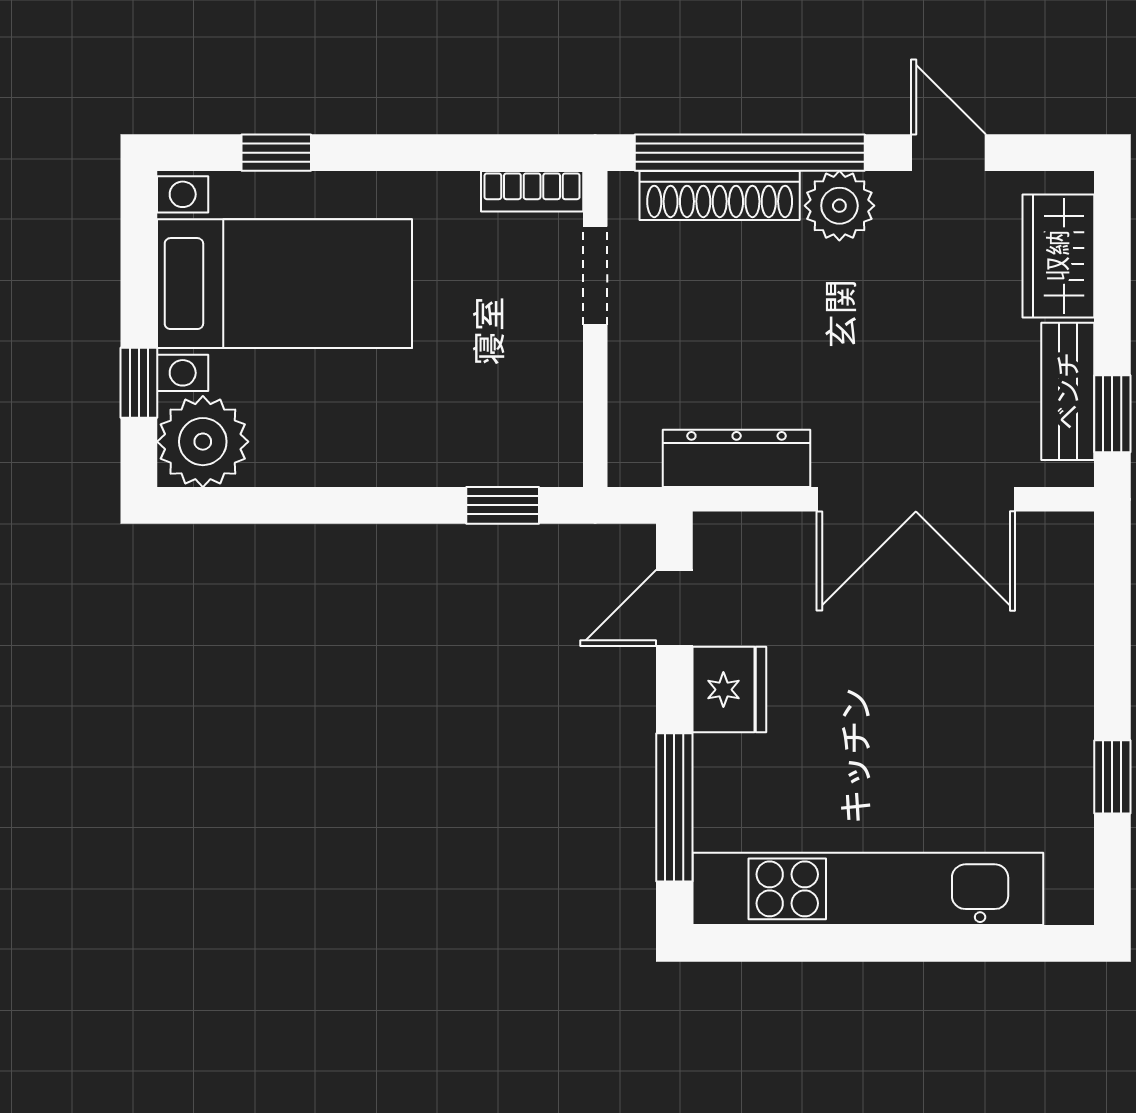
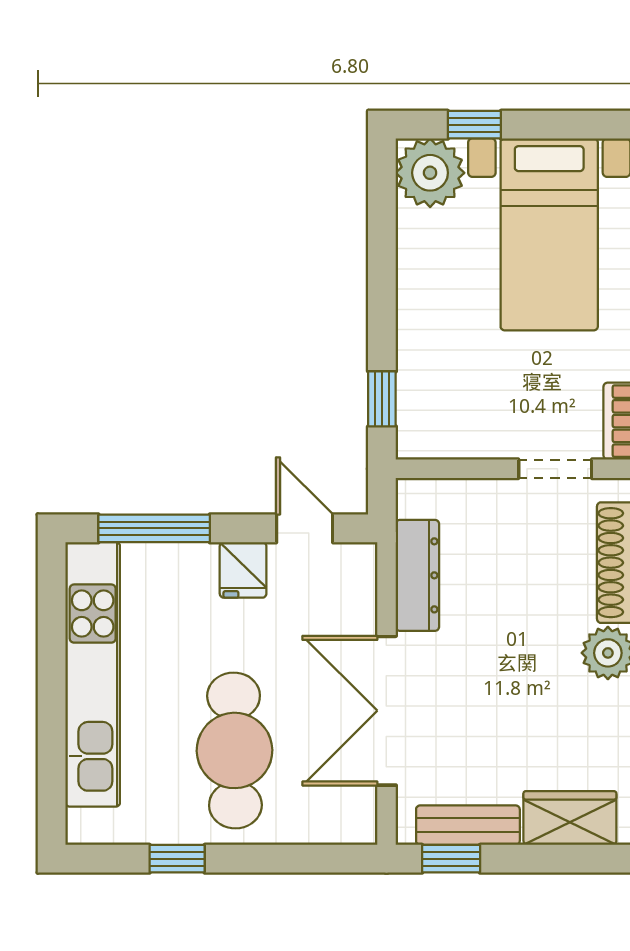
fridge: (729, 690) -> (243, 570), width x0.72
cafe table: (969, 701) -> (235, 750), added

